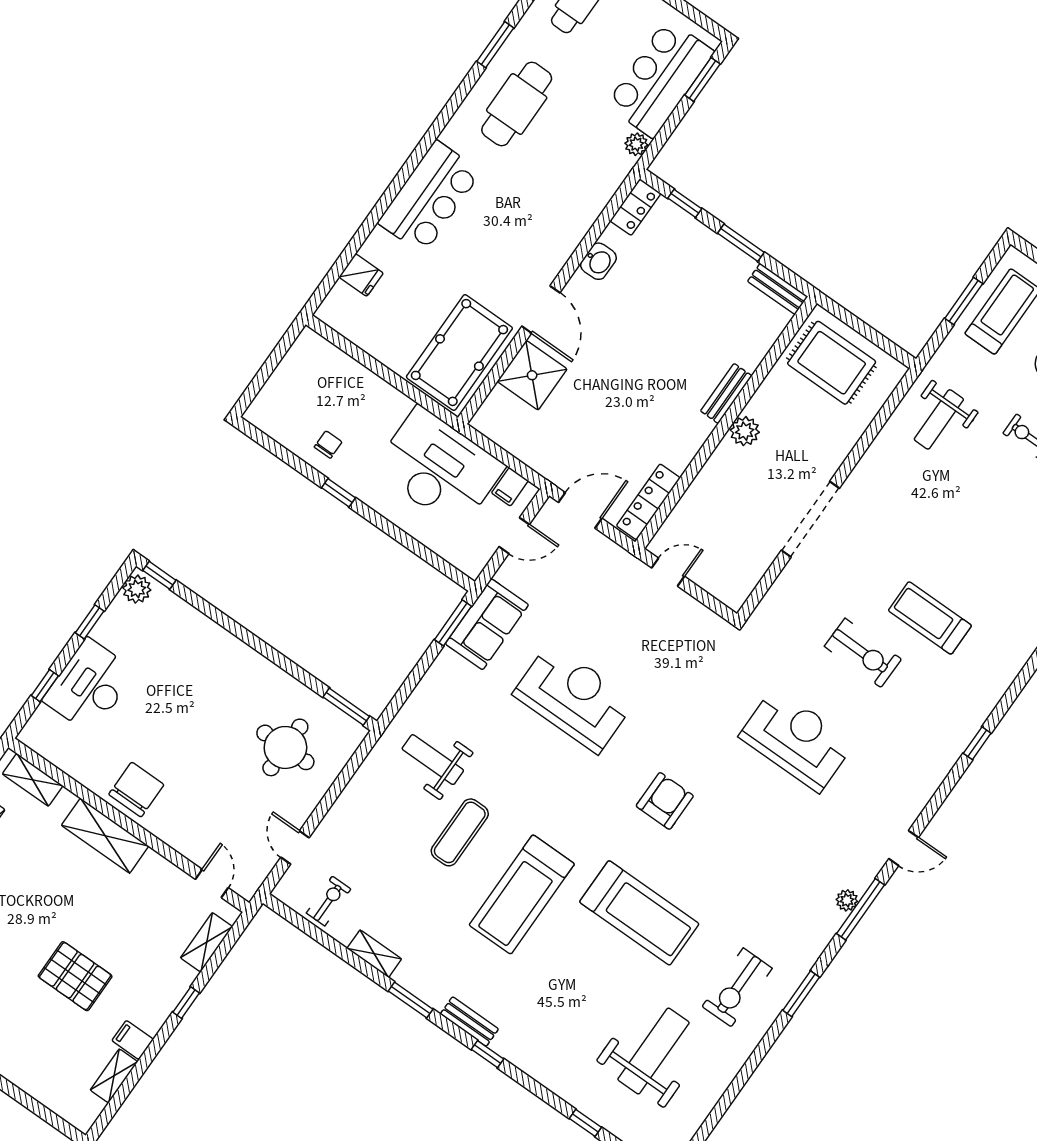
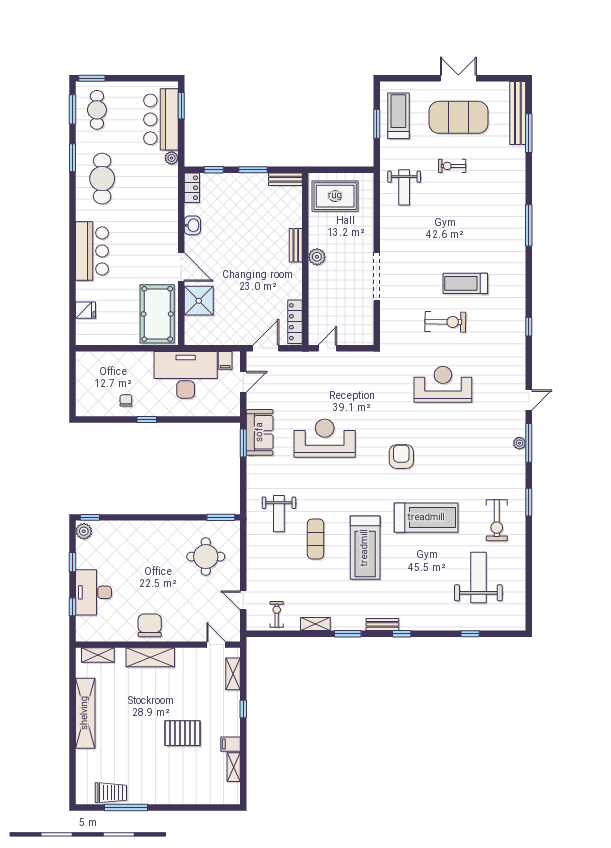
weight bench: (433, 760) -> (279, 514), turned -90

